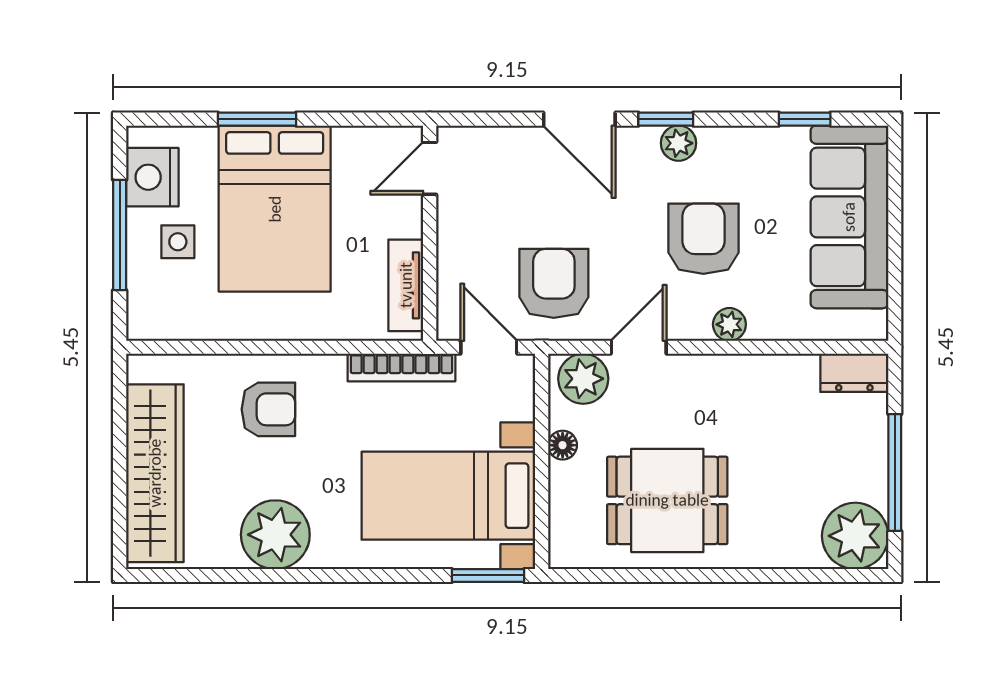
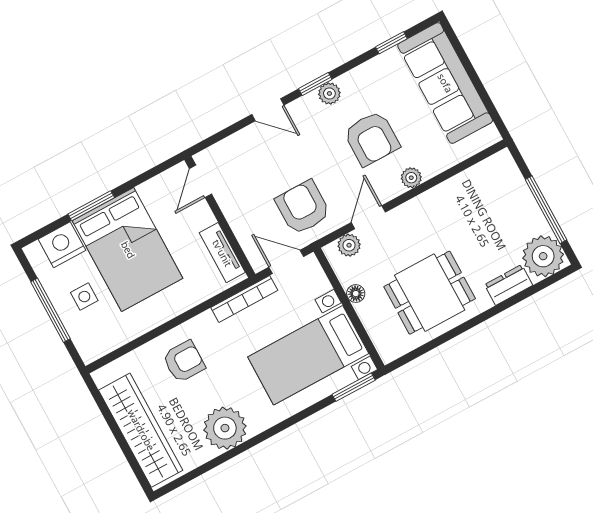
door: (579, 119) -> (268, 110), width x0.73
nightstand: (152, 177) -> (62, 245), moved, turned 90
armchair: (703, 239) -> (372, 138), turned 180
dresser: (854, 373) -> (509, 285), moved, turned 180
plant: (583, 379) -> (349, 245), width x0.73, depth x0.73

